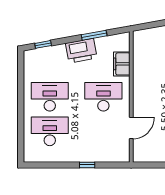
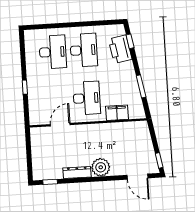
printer: (81, 51) -> (120, 49), moved
door: (131, 128) -> (60, 125), swing flipped

